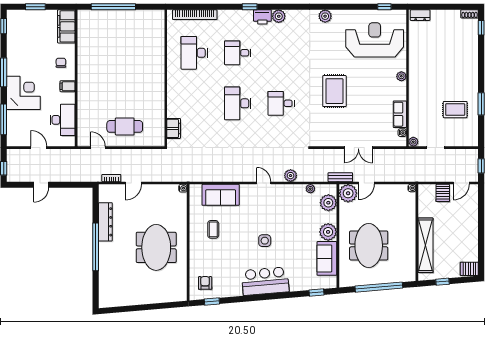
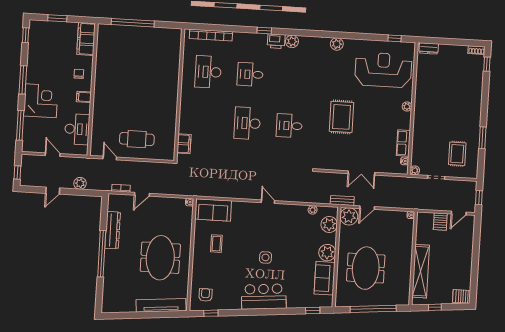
rug: (455, 110) -> (457, 154), moved, turned 90
plant: (291, 176) -> (80, 183), moved
sofa: (221, 195) -> (213, 210), moved
tv unit: (160, 296) -> (161, 305), added

